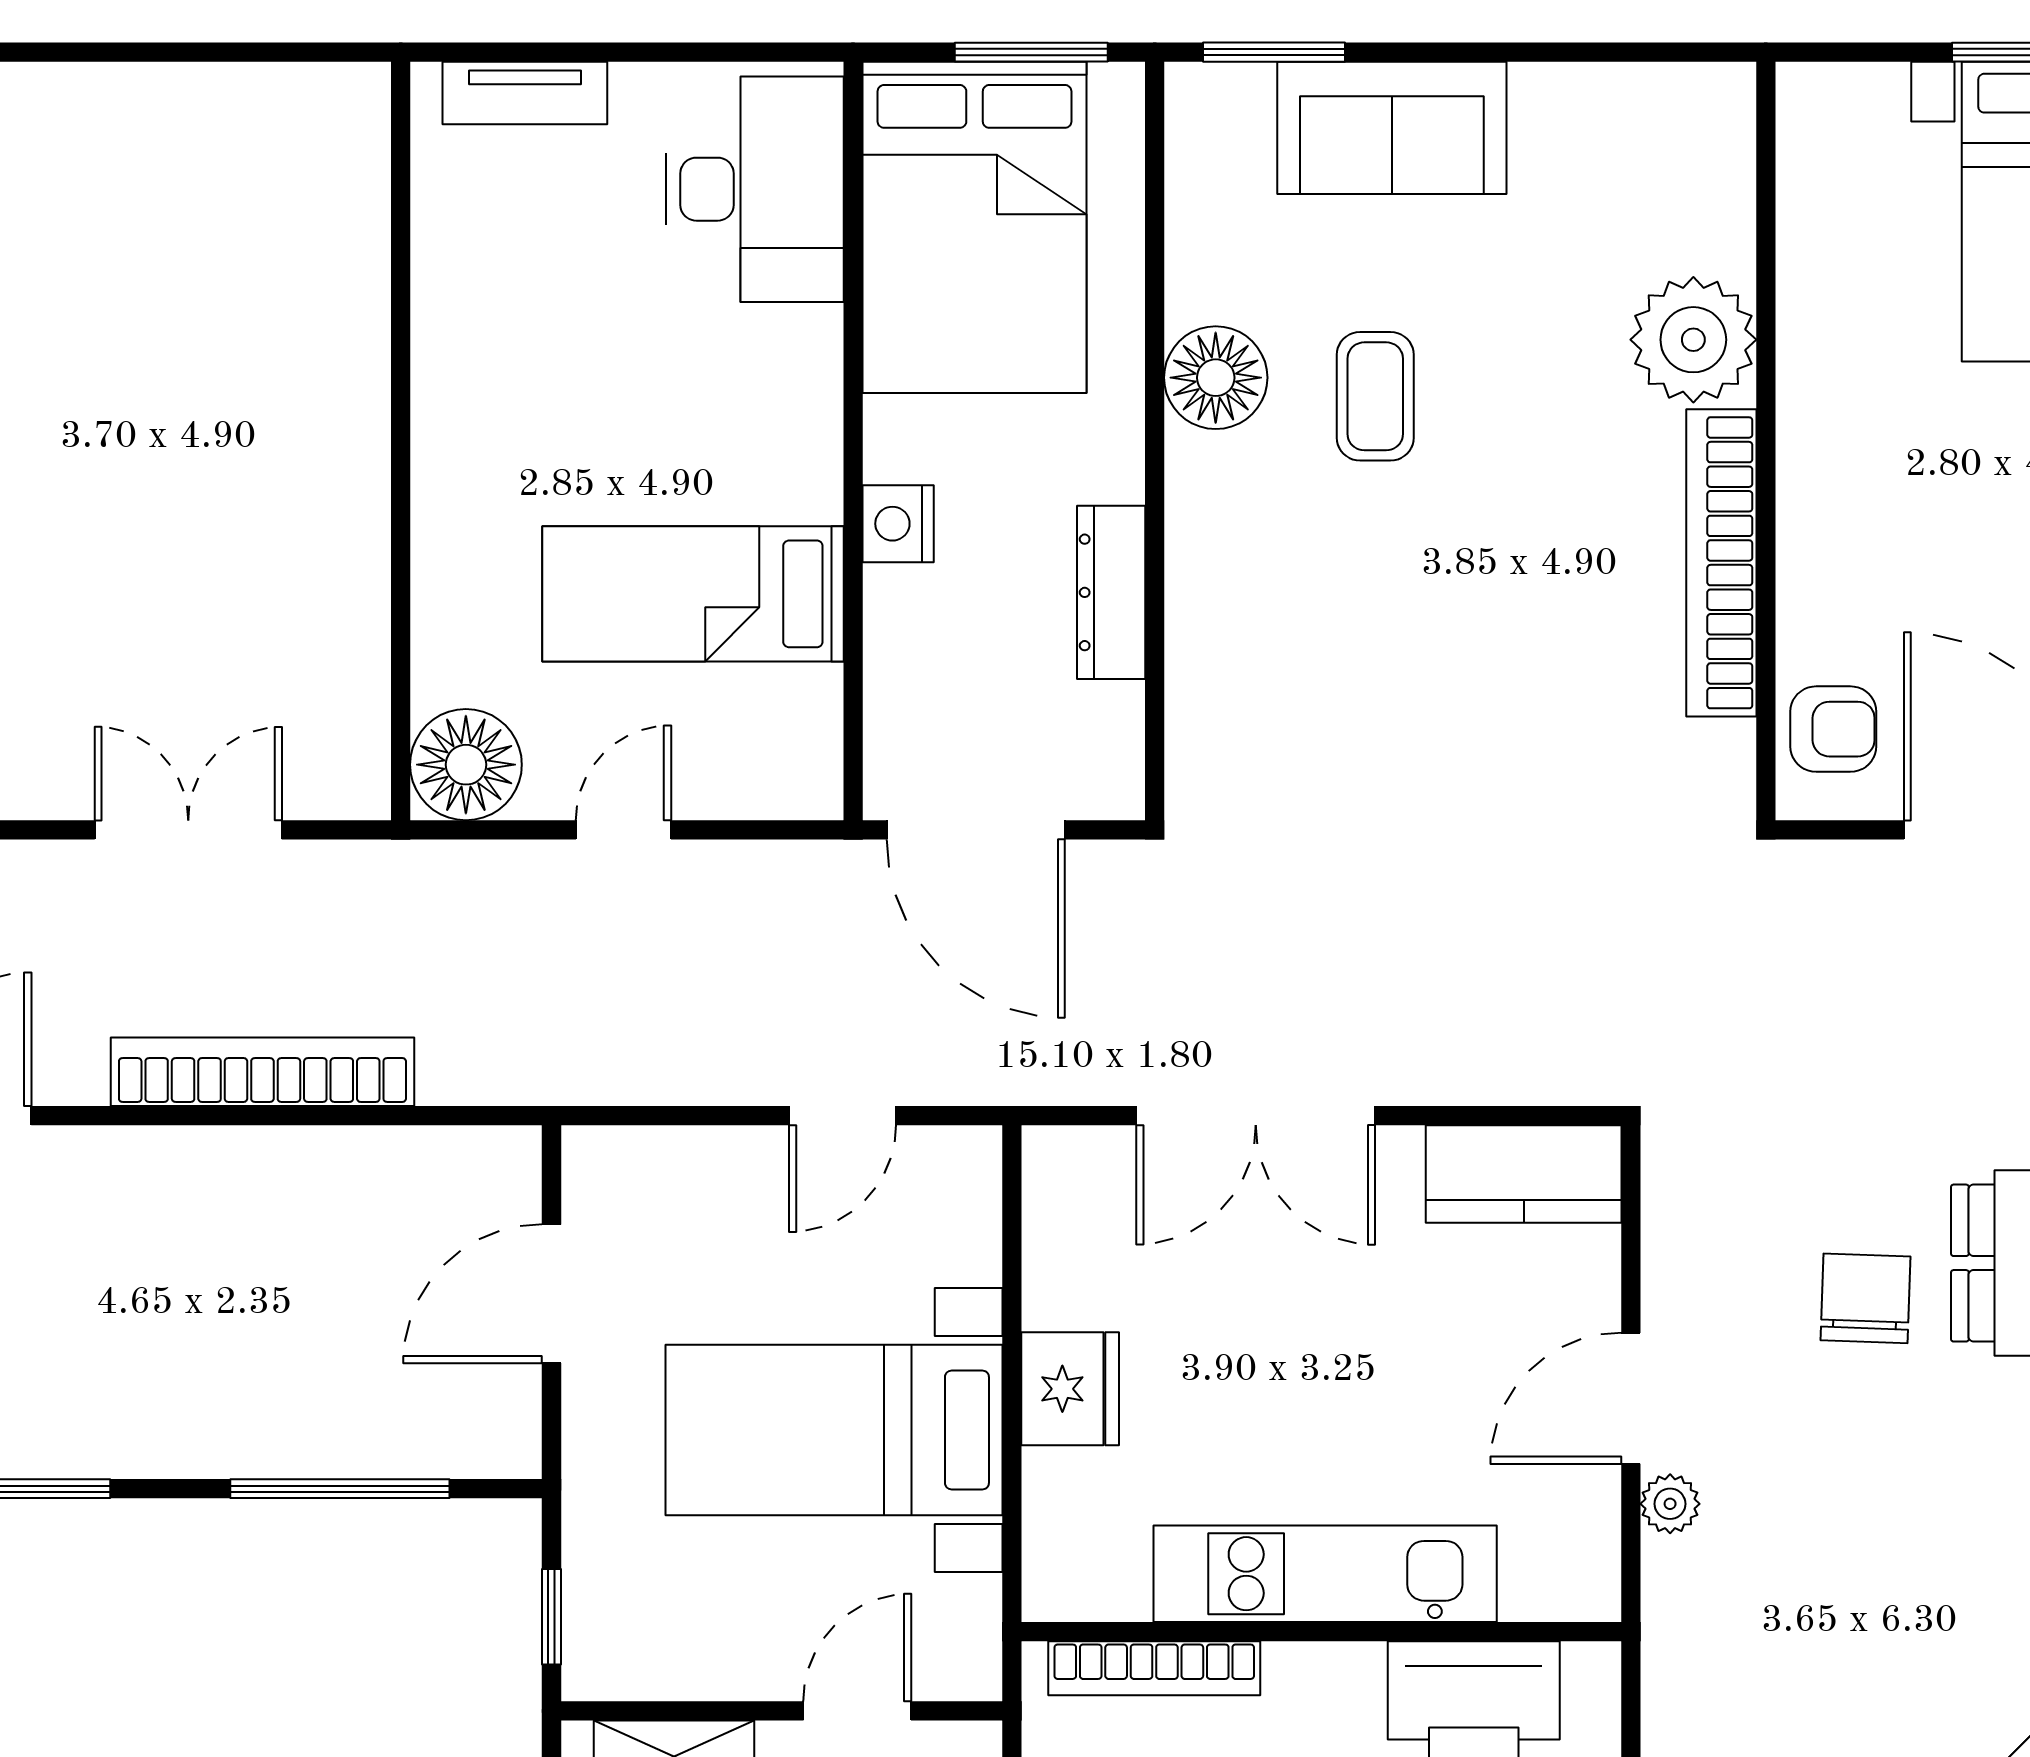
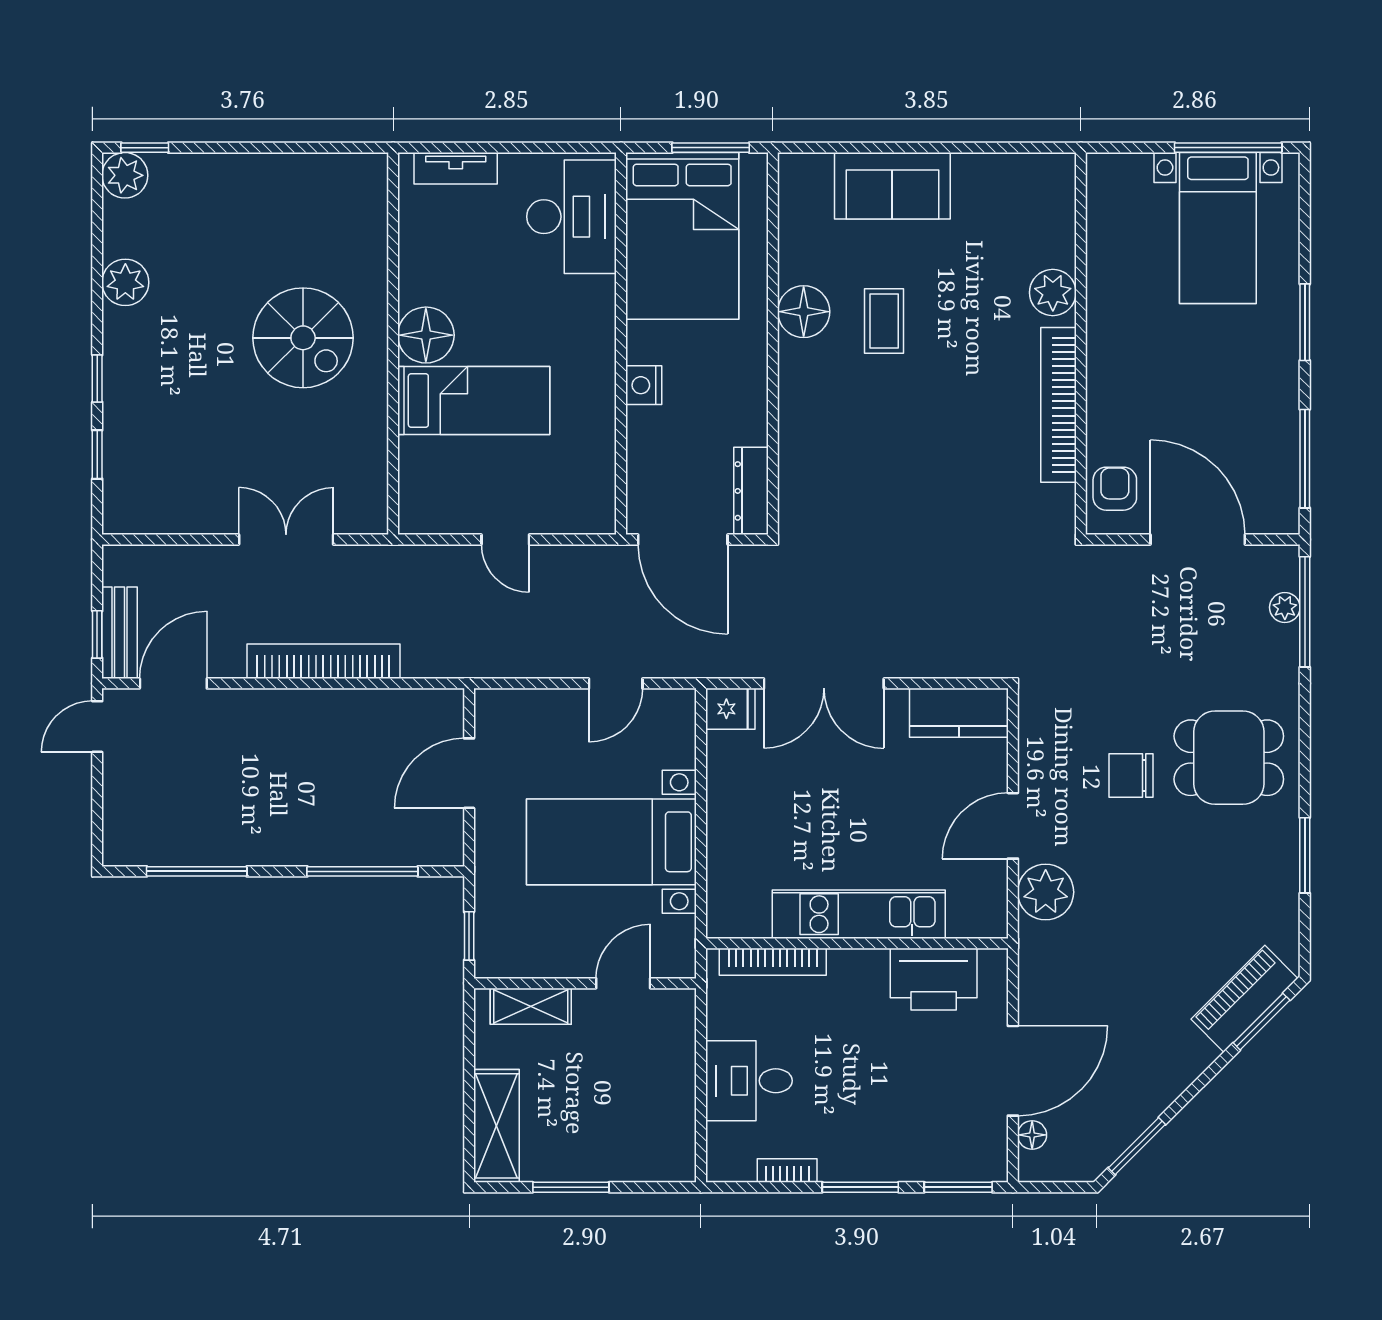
window: (1274, 52) -> (833, 148), removed
plant: (1693, 340) -> (1053, 293), width x0.73, depth x0.73
spiral stairs: (222, 430) -> (303, 338), added
dresser: (1111, 592) -> (751, 491), moved
bed: (693, 594) -> (474, 400), moved, turned 180
armchair: (1833, 729) -> (1115, 489), turned -90
floor lamp: (466, 765) -> (426, 335), moved
door: (623, 830) -> (505, 539), swing flipped
chair: (1866, 1298) -> (1131, 776), turned -92
fridge: (1070, 1389) -> (730, 709), moved, width x0.72
plant: (1670, 1504) -> (1046, 892), width x1.88, depth x1.88

